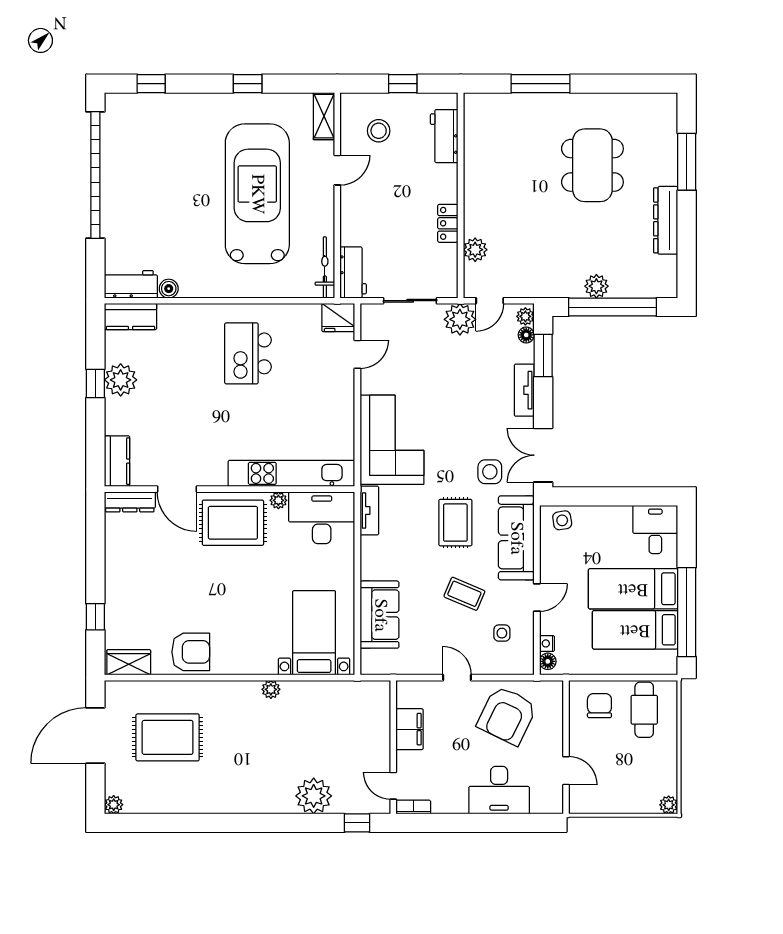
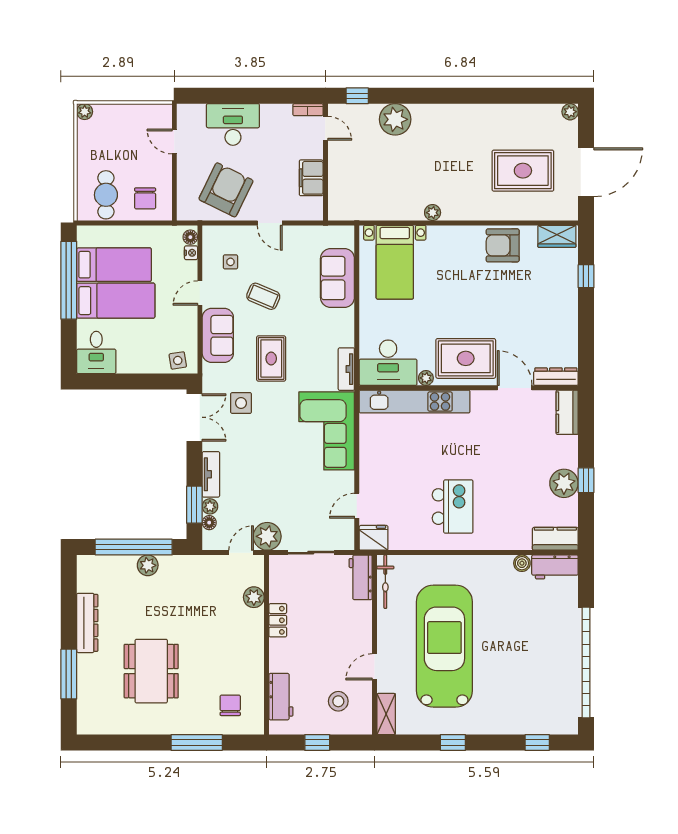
chair: (502, 126) -> (230, 705), added
car: (257, 194) -> (444, 646), turned 180
plant: (525, 316) -> (210, 506), moved
sofa: (516, 538) -> (218, 335), width x0.73

